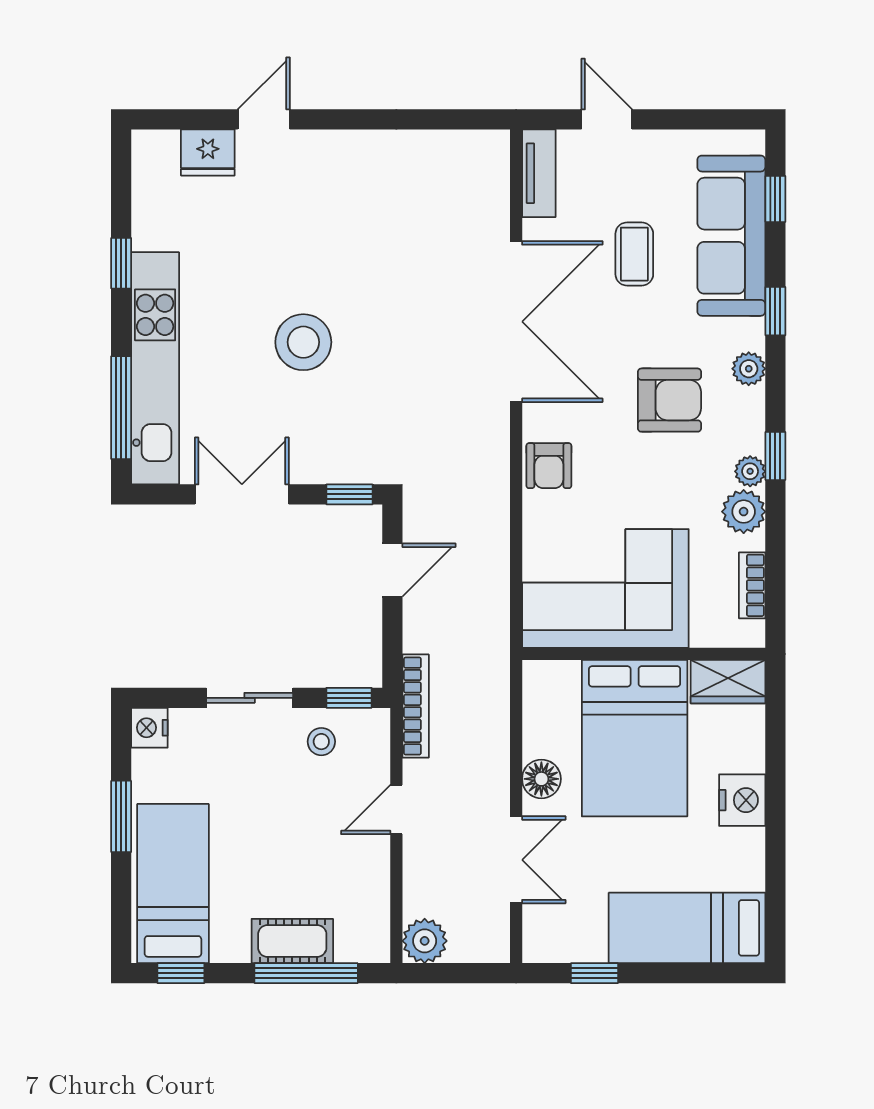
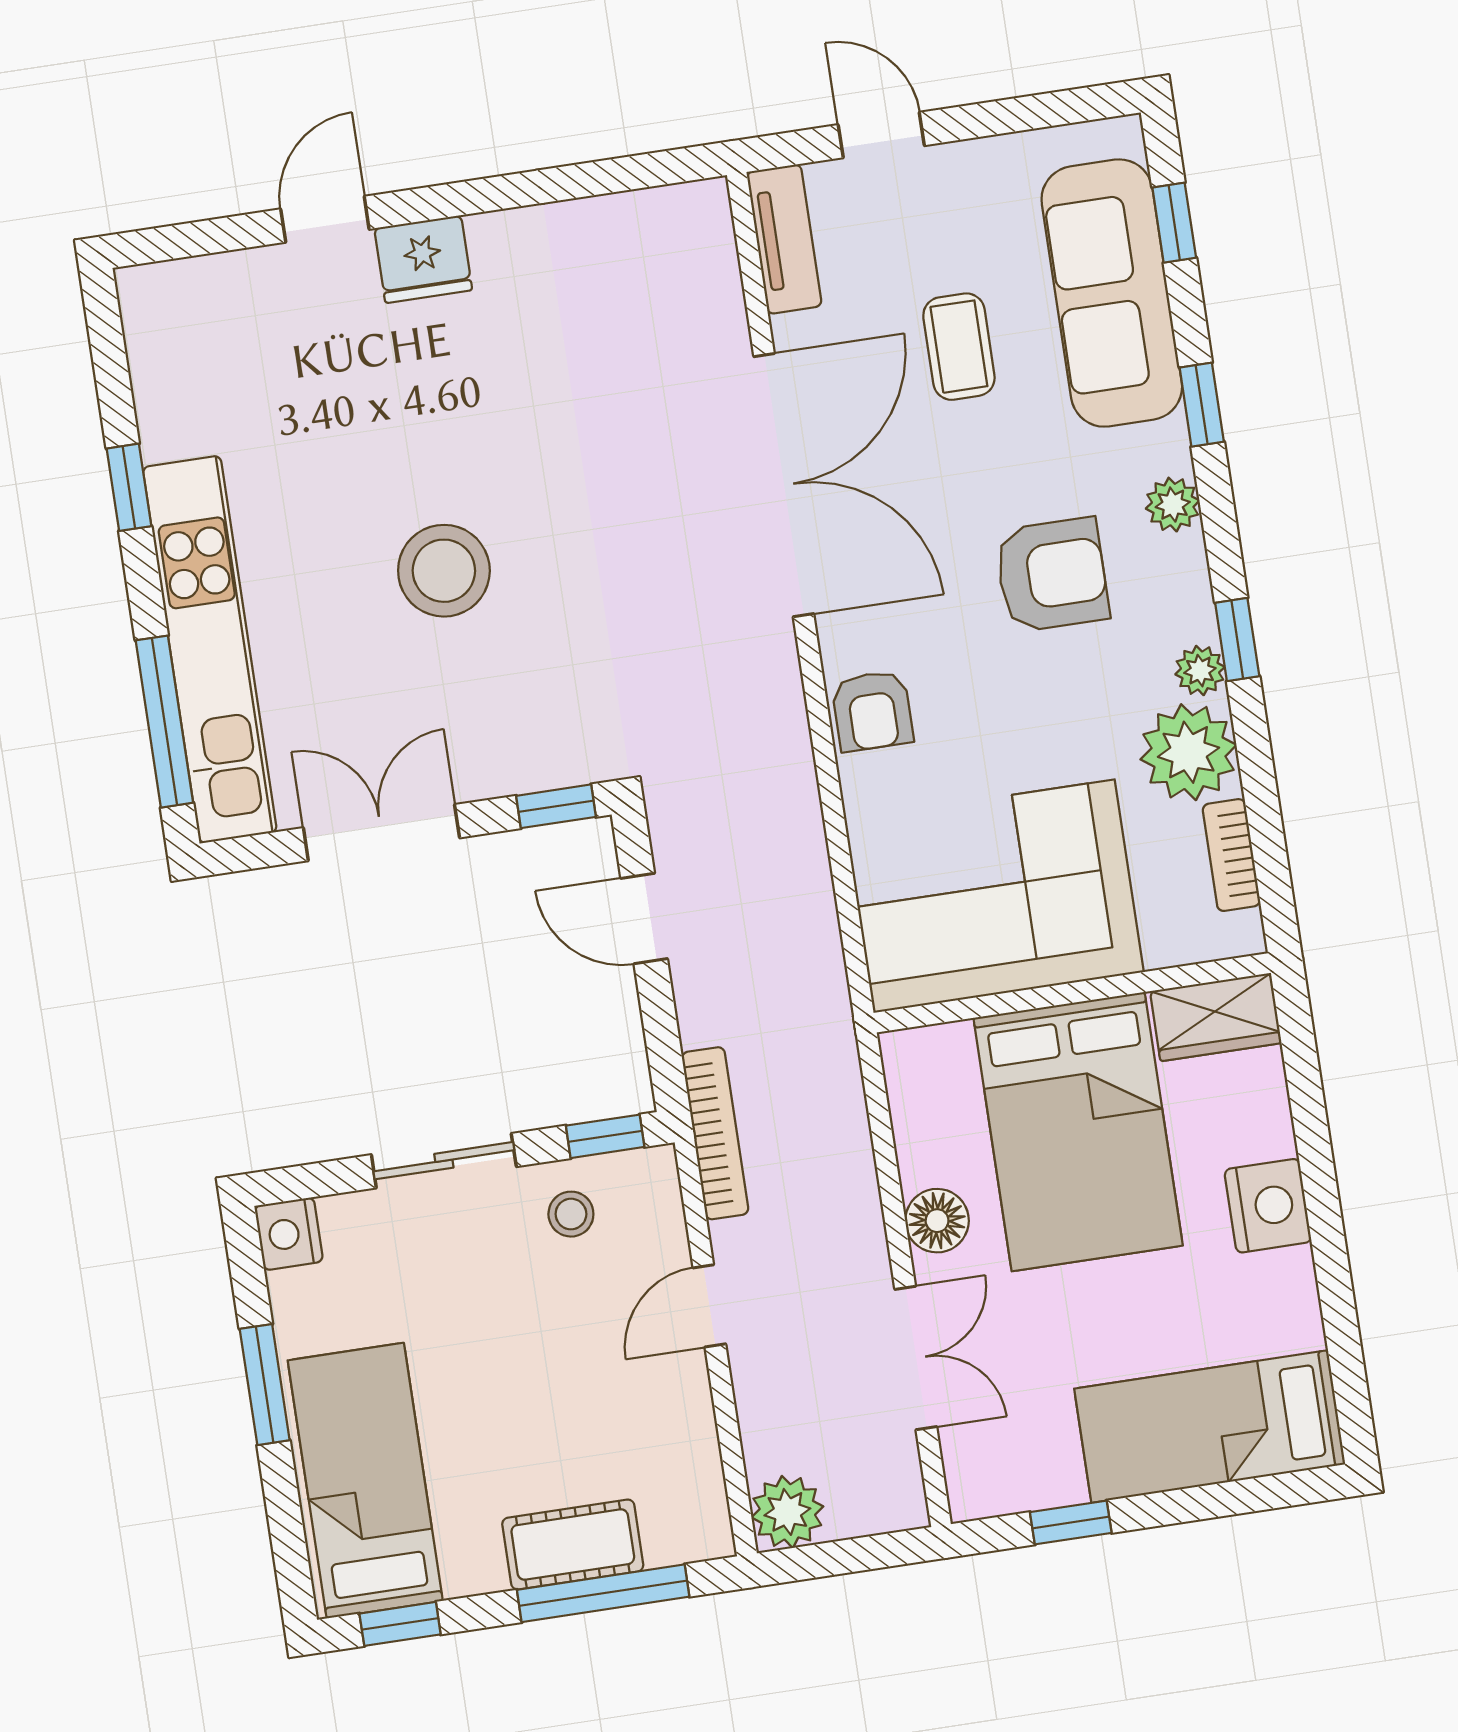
fridge: (208, 152) -> (423, 259), moved
plant: (744, 512) -> (1188, 752), width x1.36, depth x1.36
door: (392, 570) -> (644, 919), swing flipped

